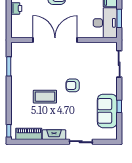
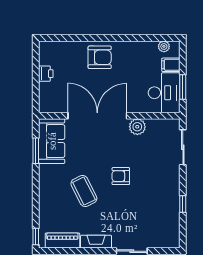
plant: (85, 48) -> (137, 127), added
coffee table: (45, 97) -> (84, 191), turned 63
sofa: (107, 111) -> (52, 141), moved, turned 180

